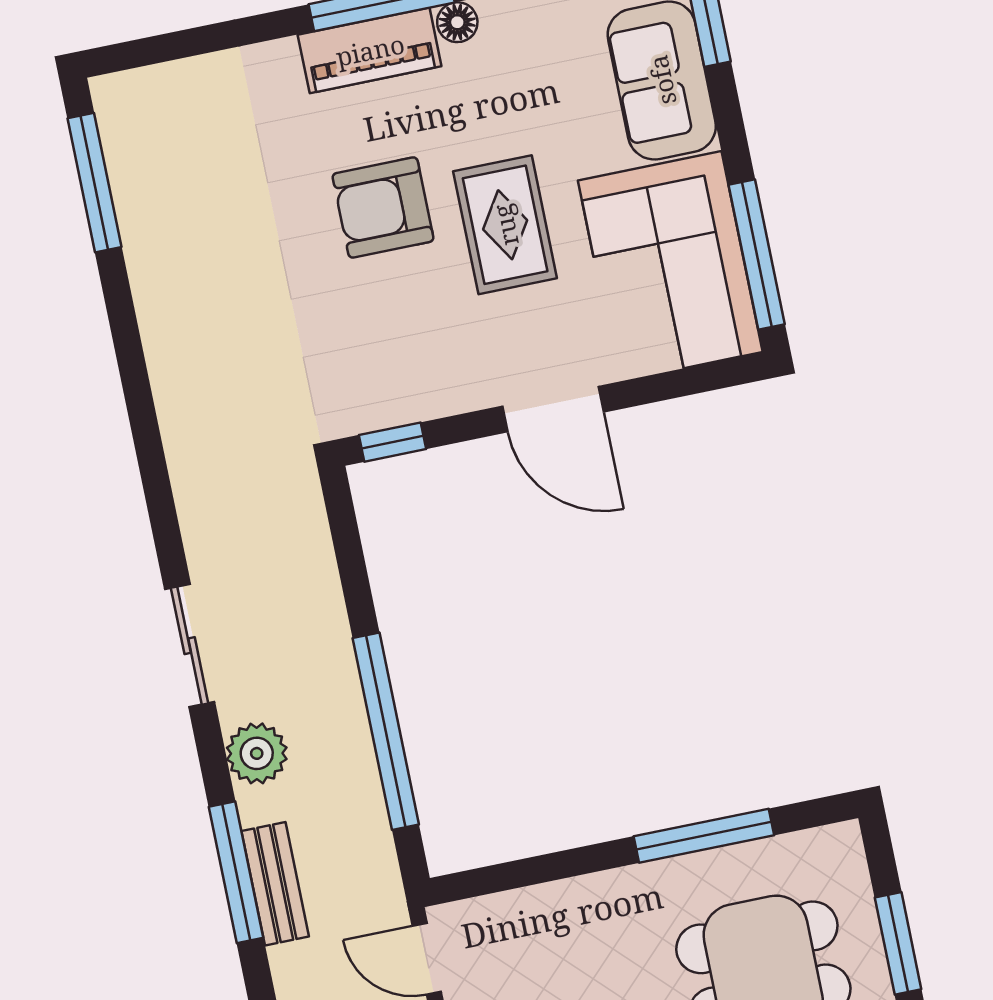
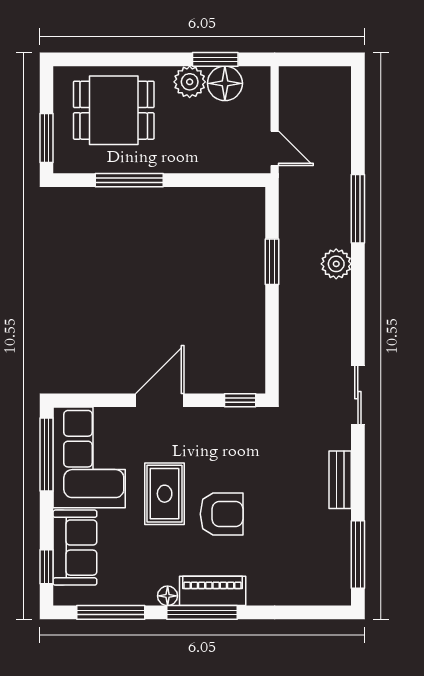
door: (553, 409) -> (160, 400), hinge flipped
sliding door: (190, 646) -> (358, 395), moved
window: (386, 731) -> (272, 262), width x0.47
bench: (275, 884) -> (340, 480), moved
window: (898, 943) -> (46, 138), moved

